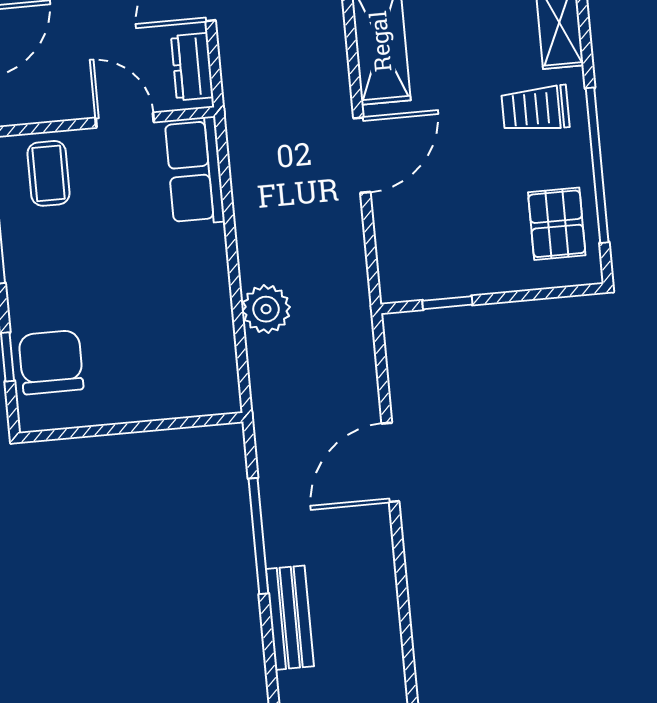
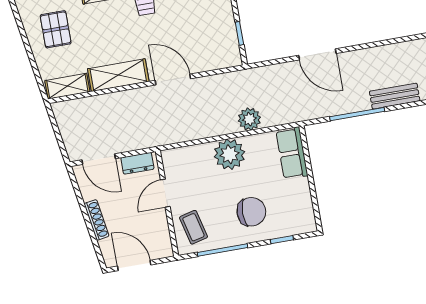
row of seats: (195, 171) -> (292, 153), moved, turned 90
coffee table: (49, 173) -> (193, 227), turned 76
plant: (196, 261) -> (229, 154), added
chair: (51, 362) -> (251, 212), moved, turned 180

